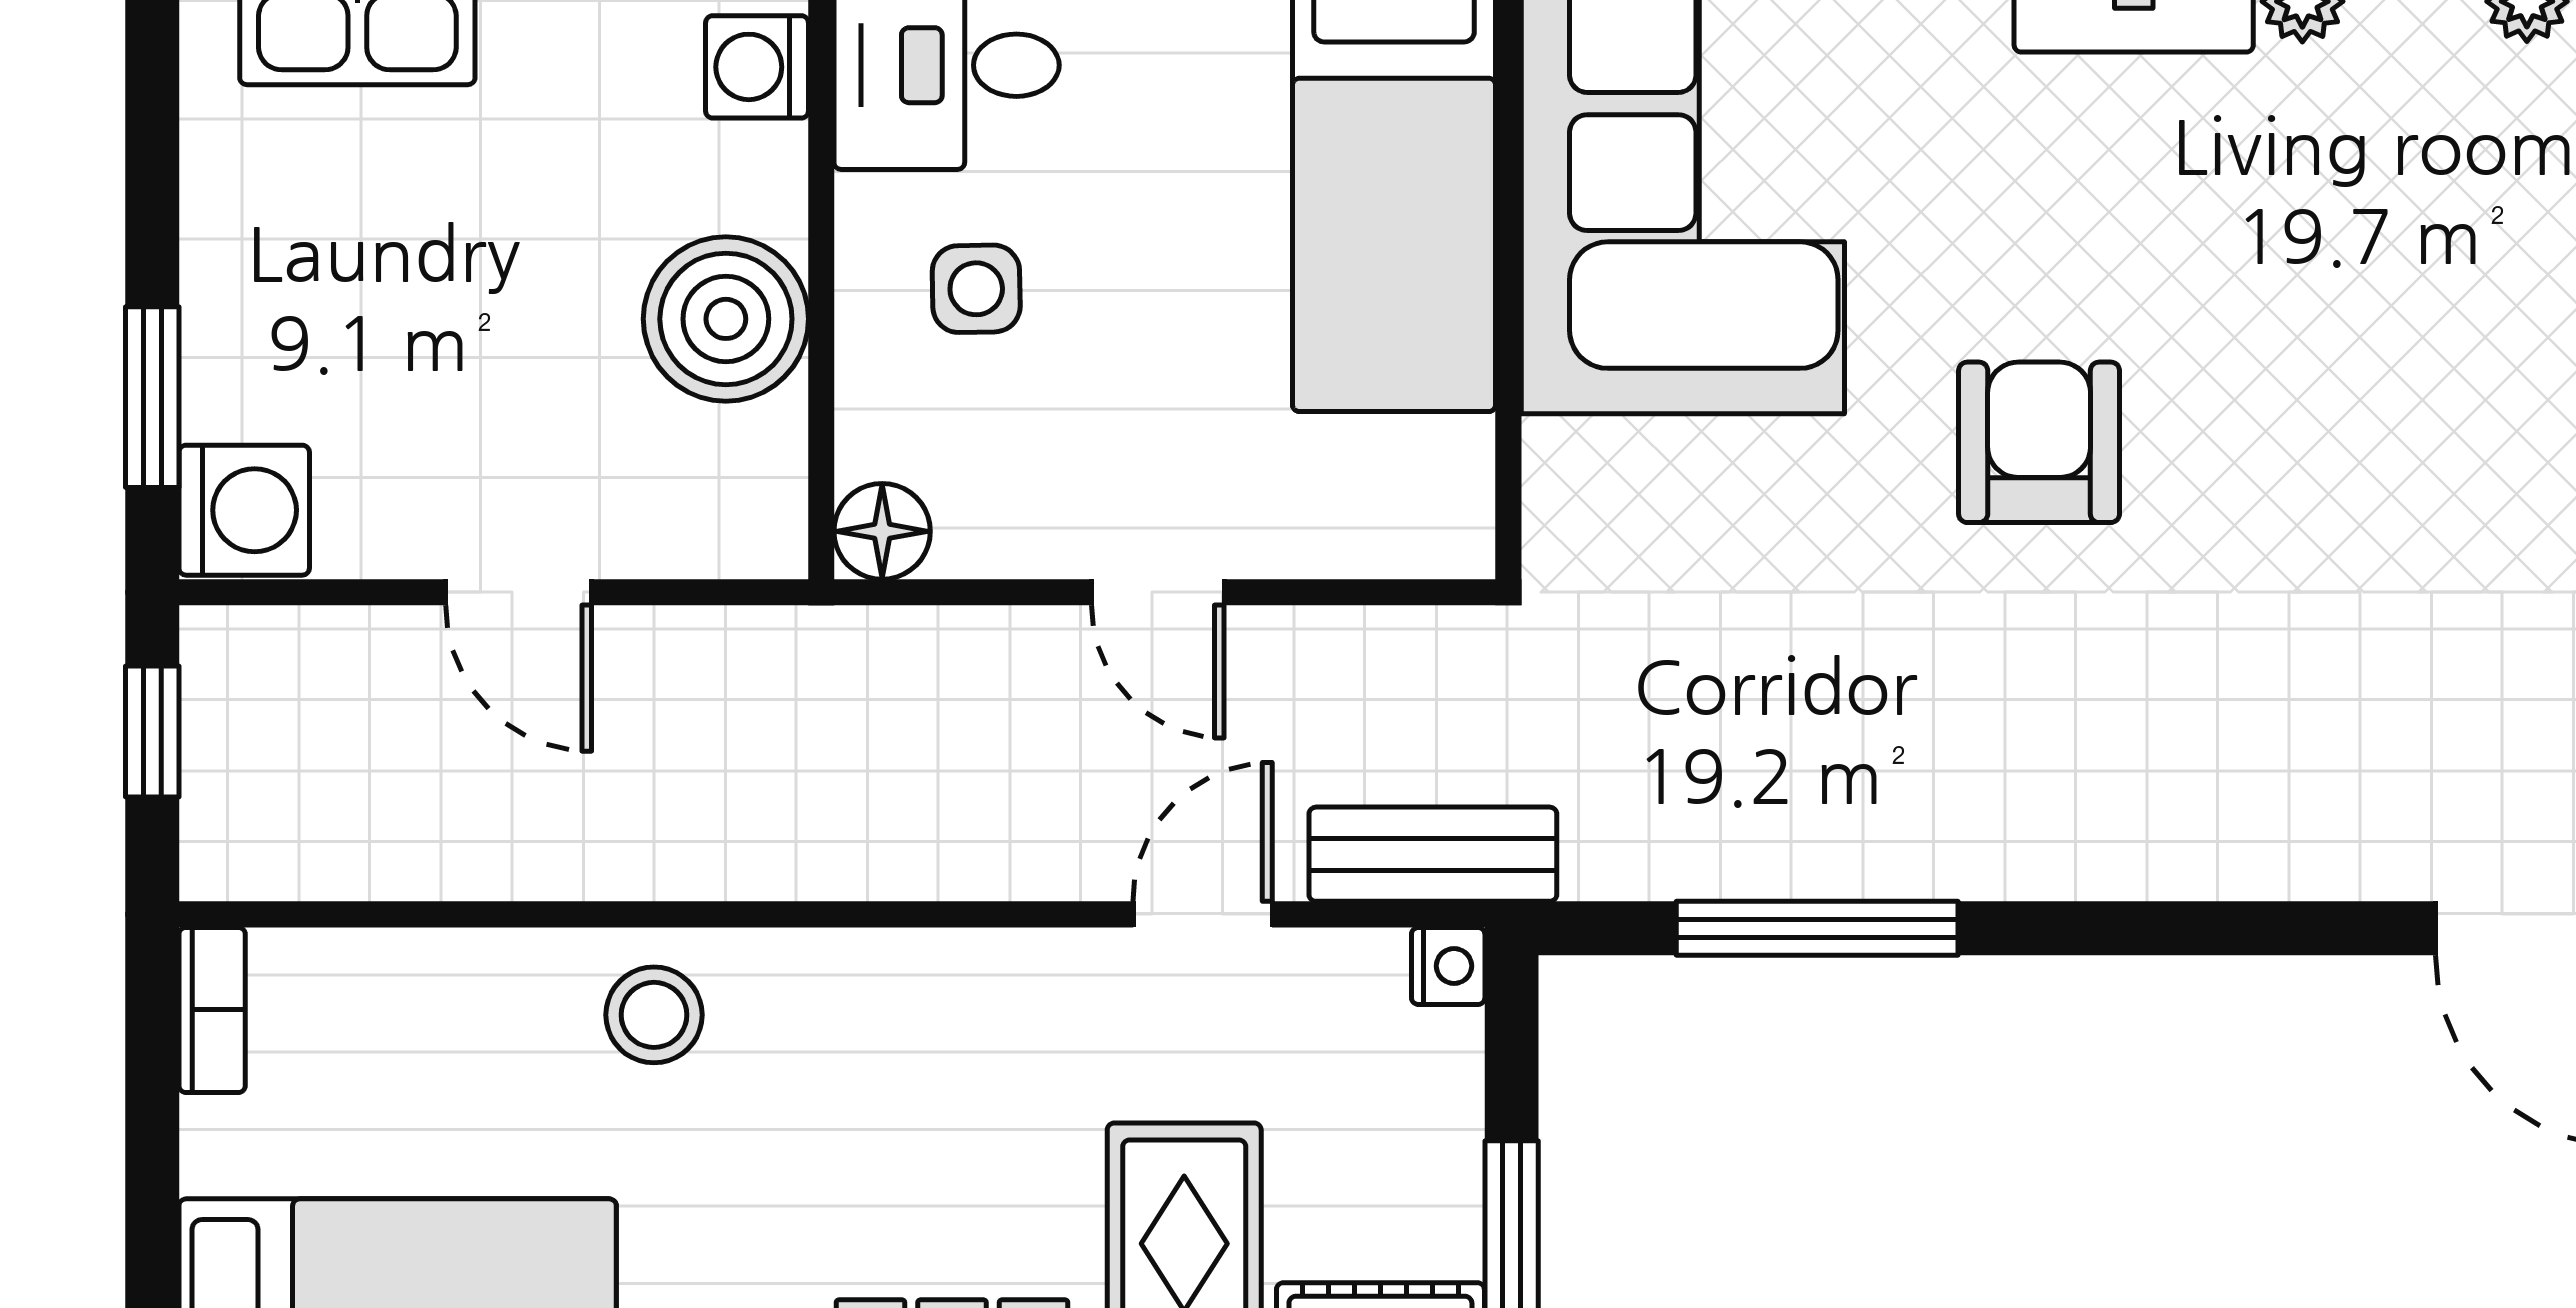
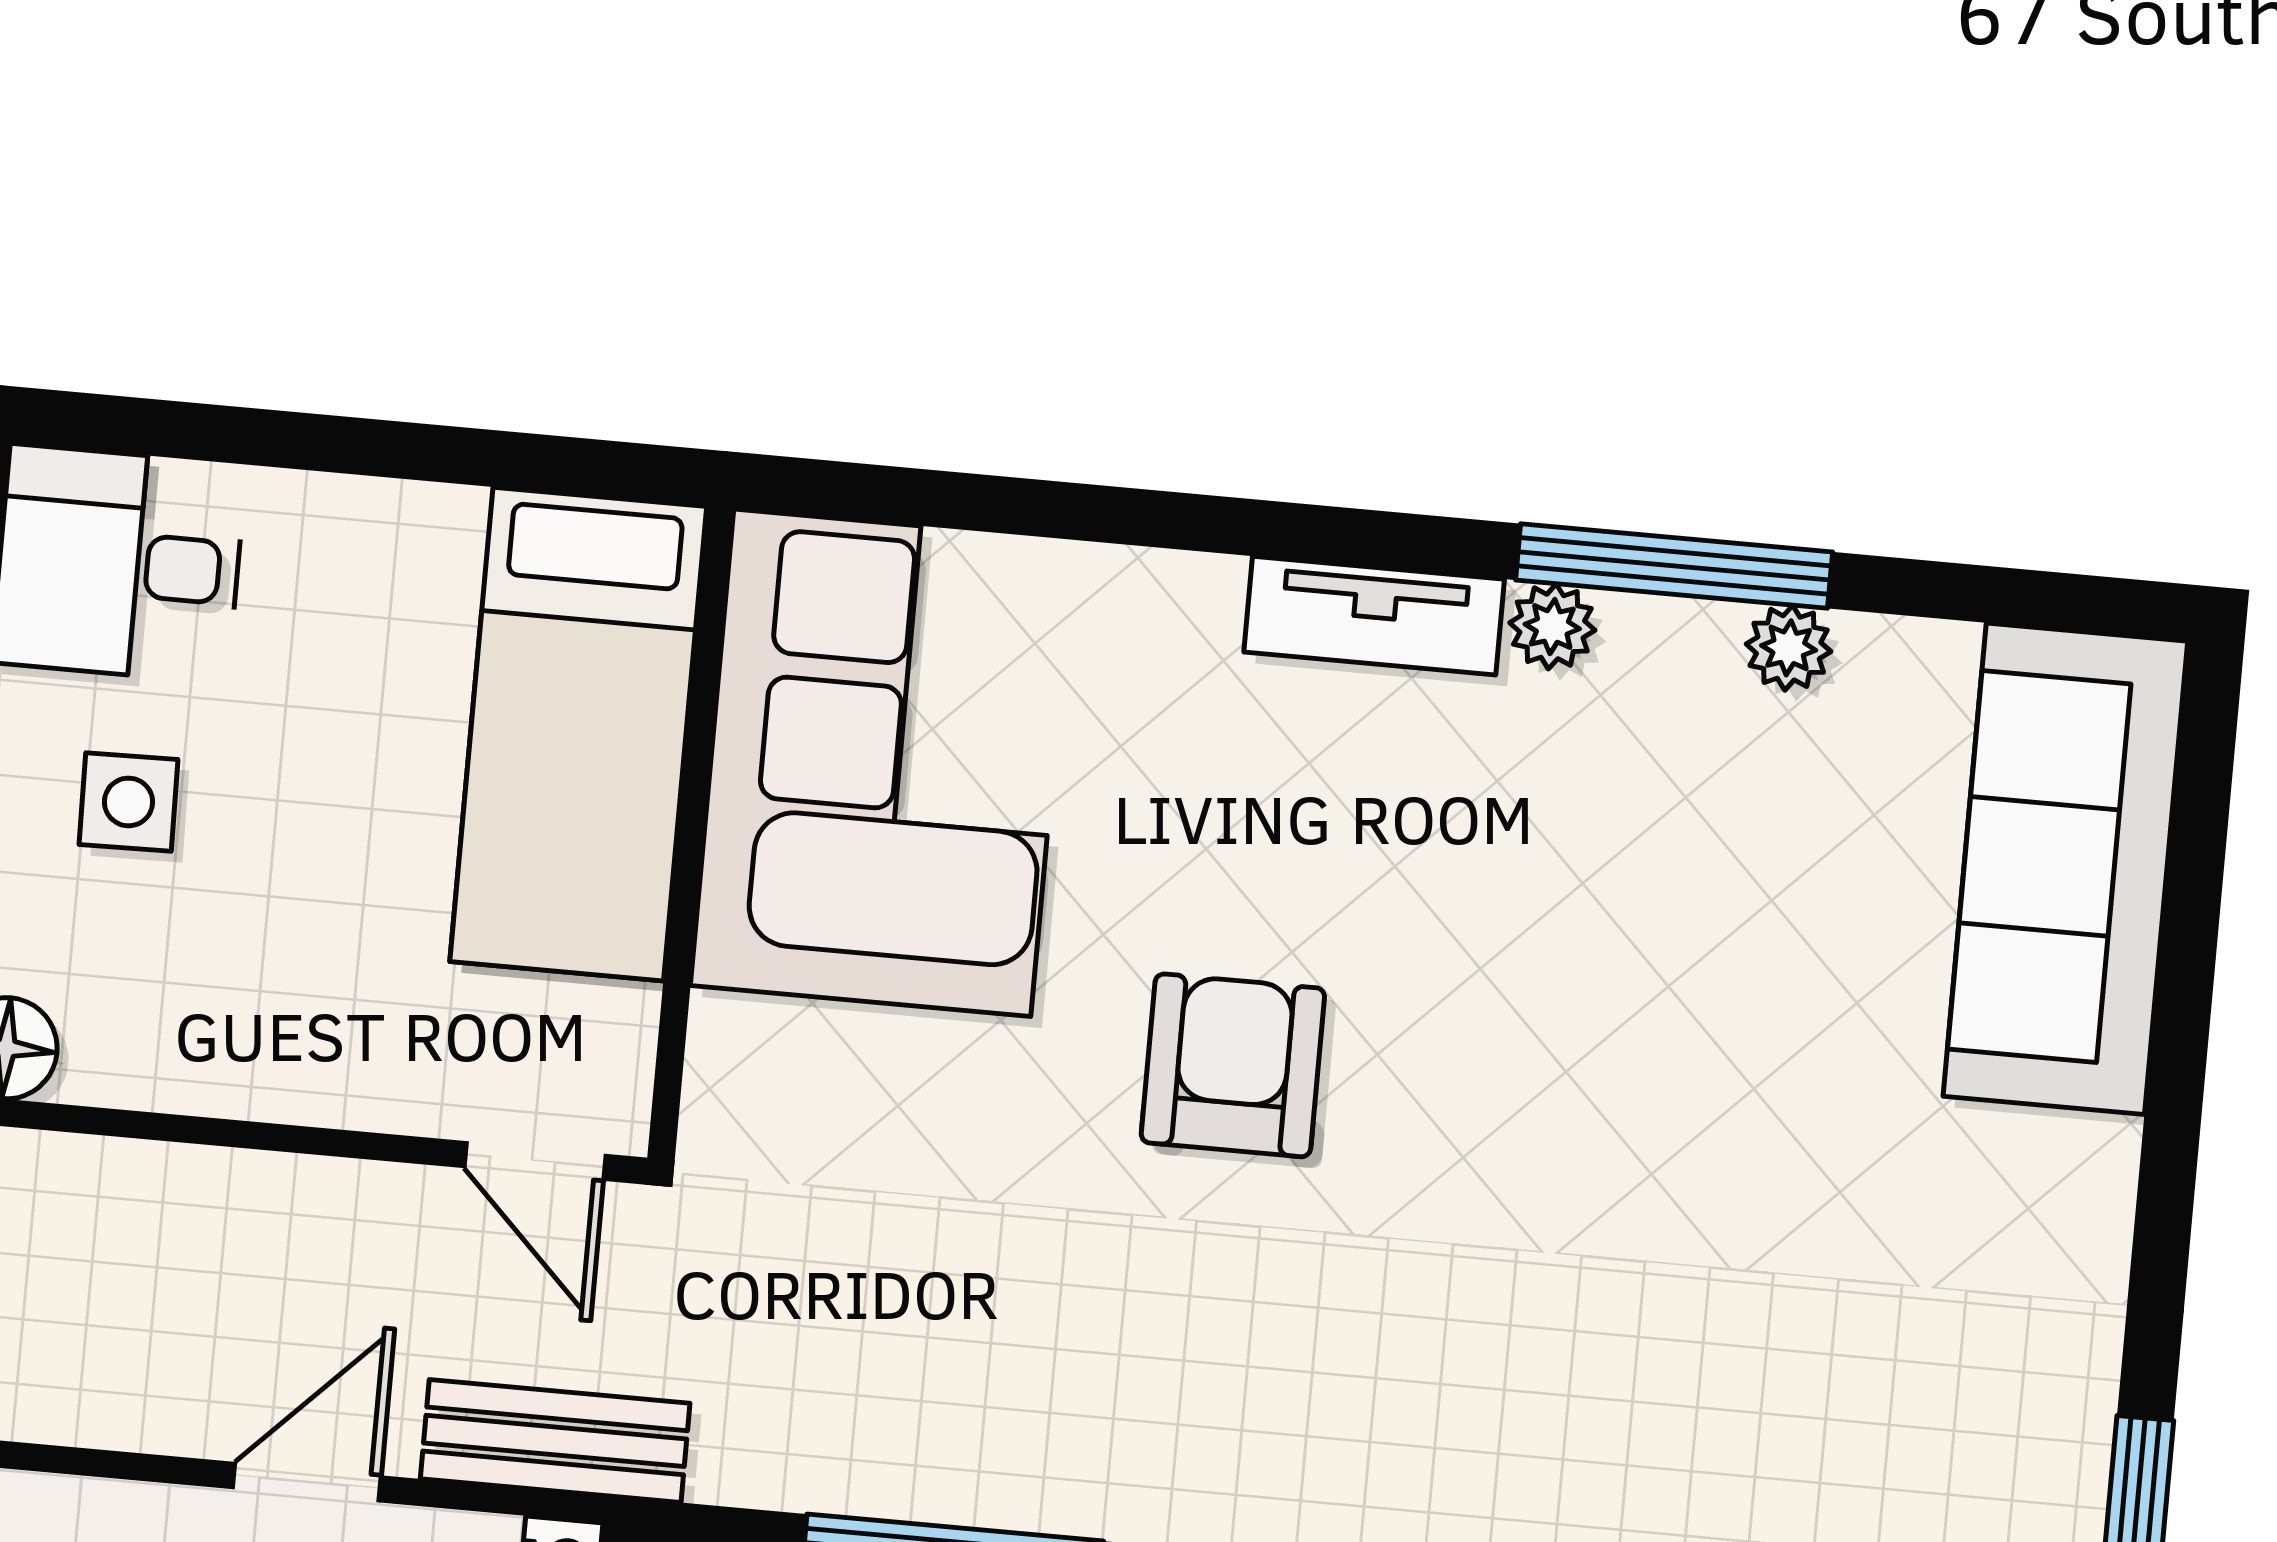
door: (1158, 592) -> (535, 1161), moved

